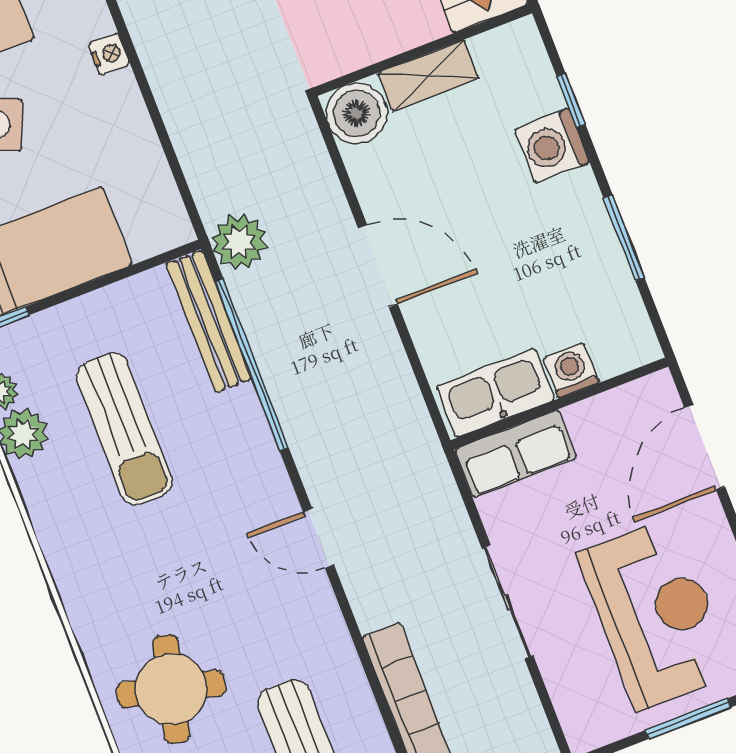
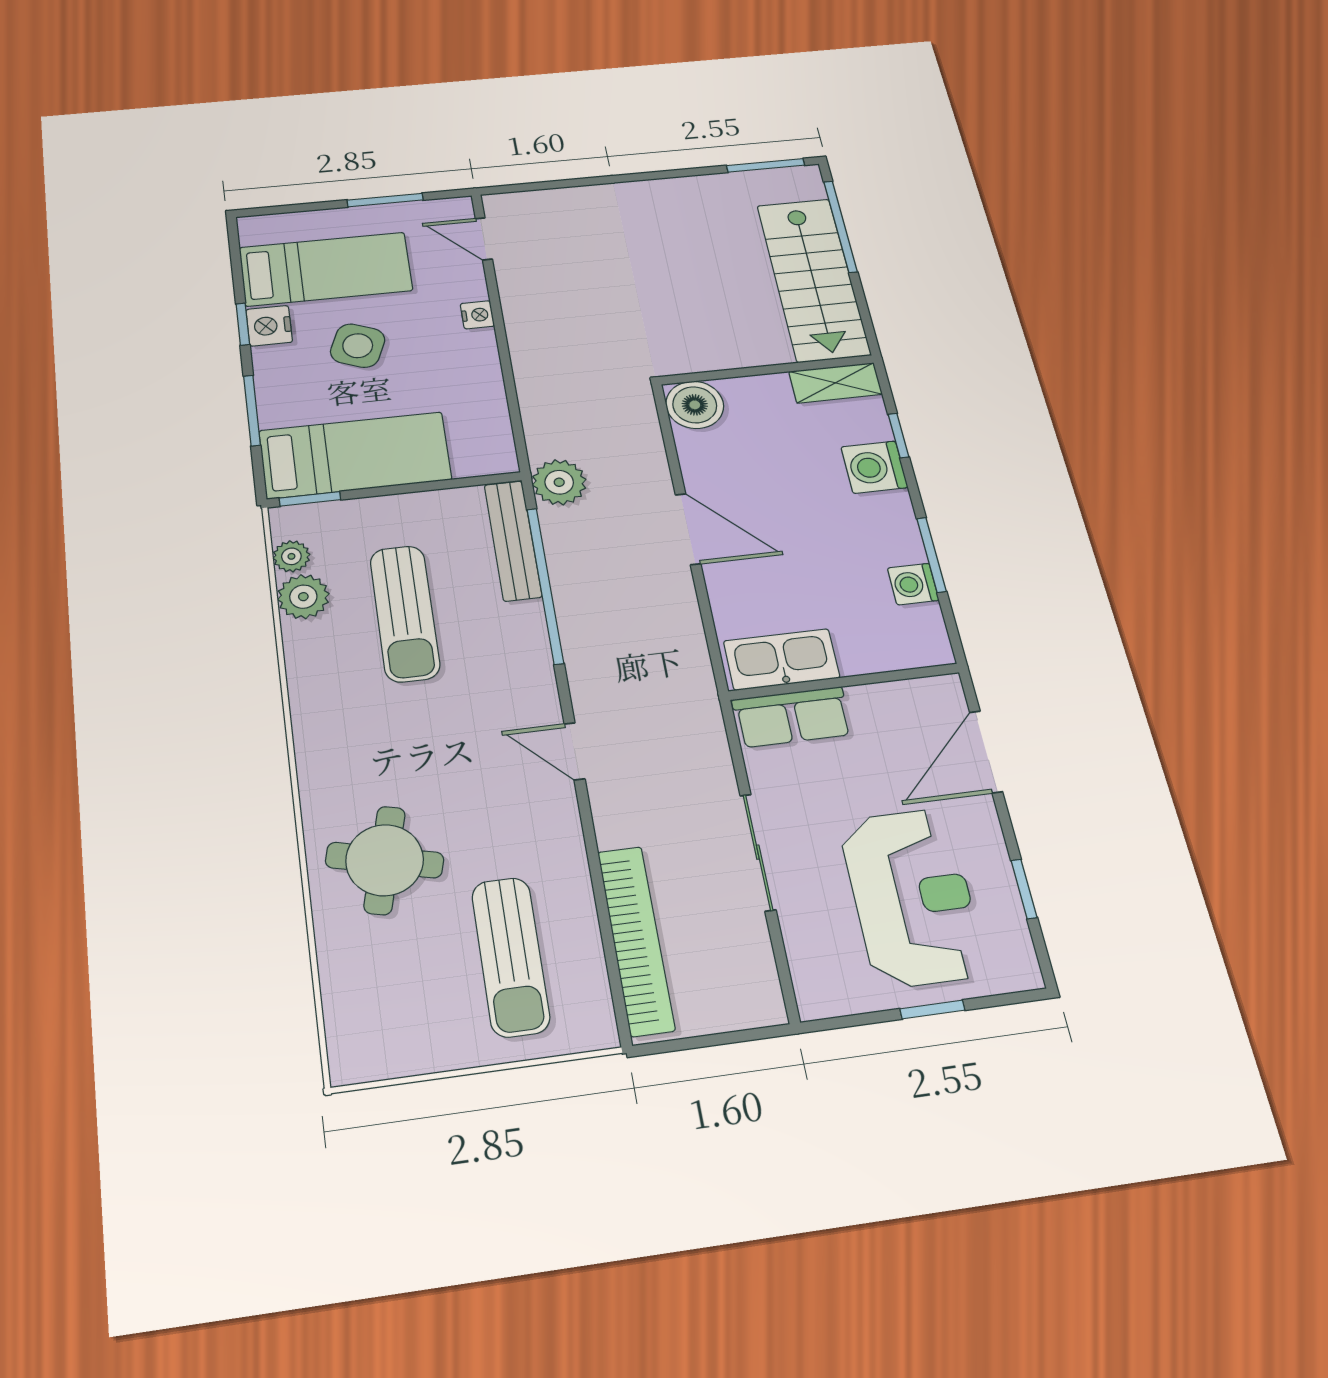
shelving: (428, 76) -> (835, 383), moved
washing machine: (571, 370) -> (913, 584), moved, turned -90
window: (688, 719) -> (932, 1009), width x0.67

